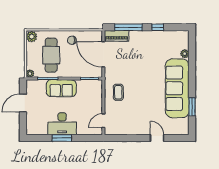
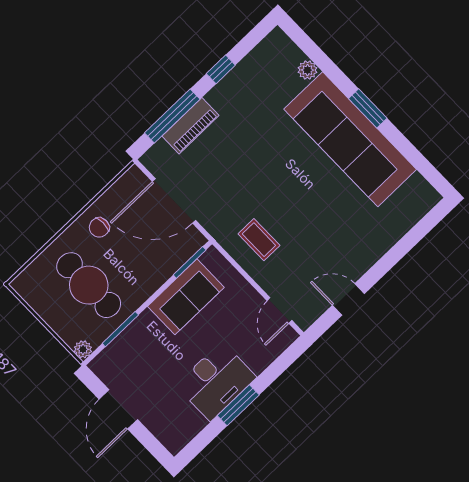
piano: (116, 36) -> (190, 126), moved
plant: (32, 37) -> (27, 286), removed
sofa: (61, 88) -> (186, 297), moved
window: (192, 107) -> (368, 108), moved
door: (157, 138) -> (348, 299), moved

